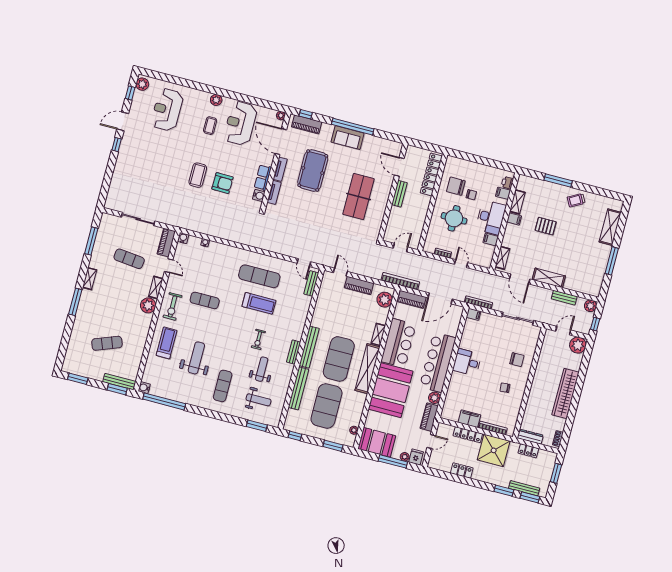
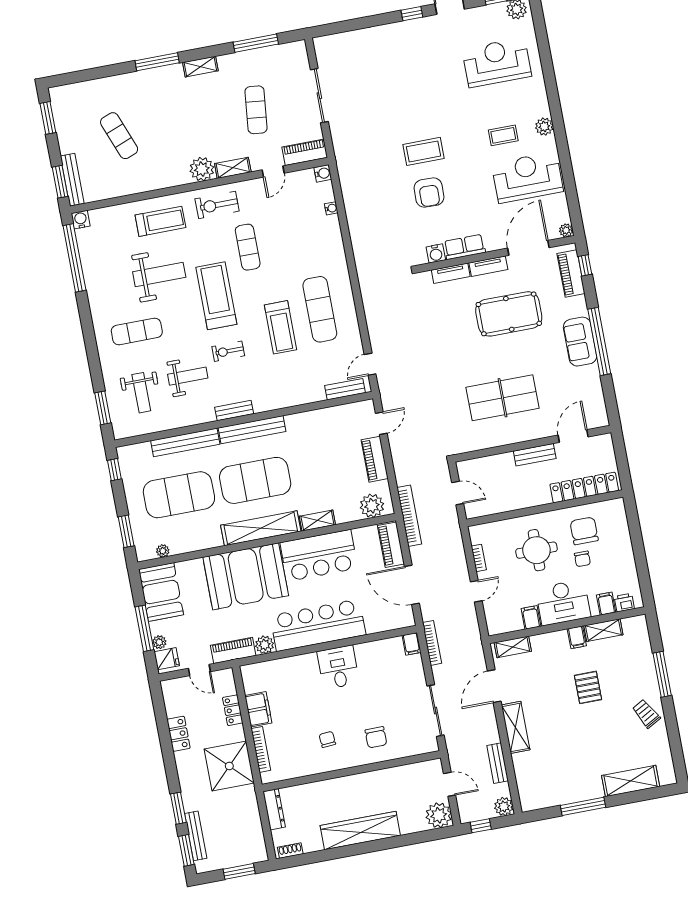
treadmill: (224, 331) -> (216, 296), added
locker: (468, 435) -> (233, 710), width x0.66
locker: (528, 451) -> (253, 816), removed

